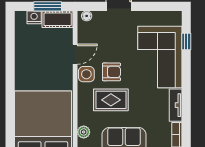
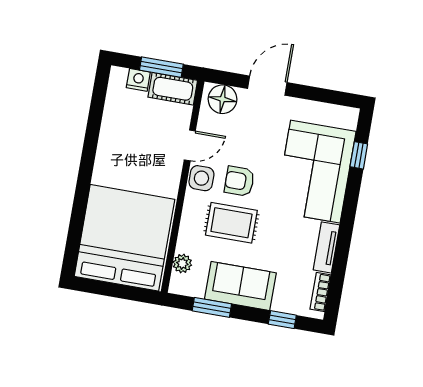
floor lamp: (87, 16) -> (222, 99), width x1.89, depth x1.89
armchair: (111, 72) -> (239, 181), turned 180

